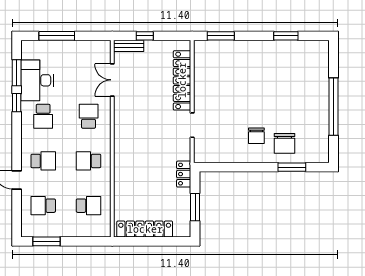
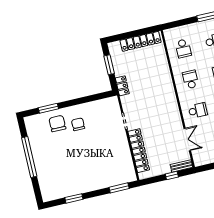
school desk: (89, 116) -> (198, 110), turned -90
school desk: (89, 161) -> (191, 79), turned -90
school desk: (89, 206) -> (183, 48), turned -90

